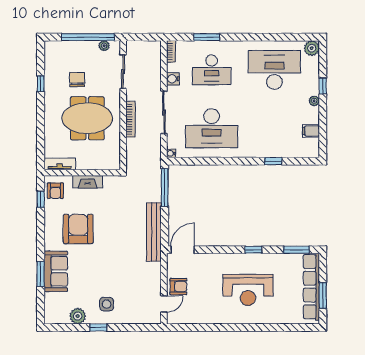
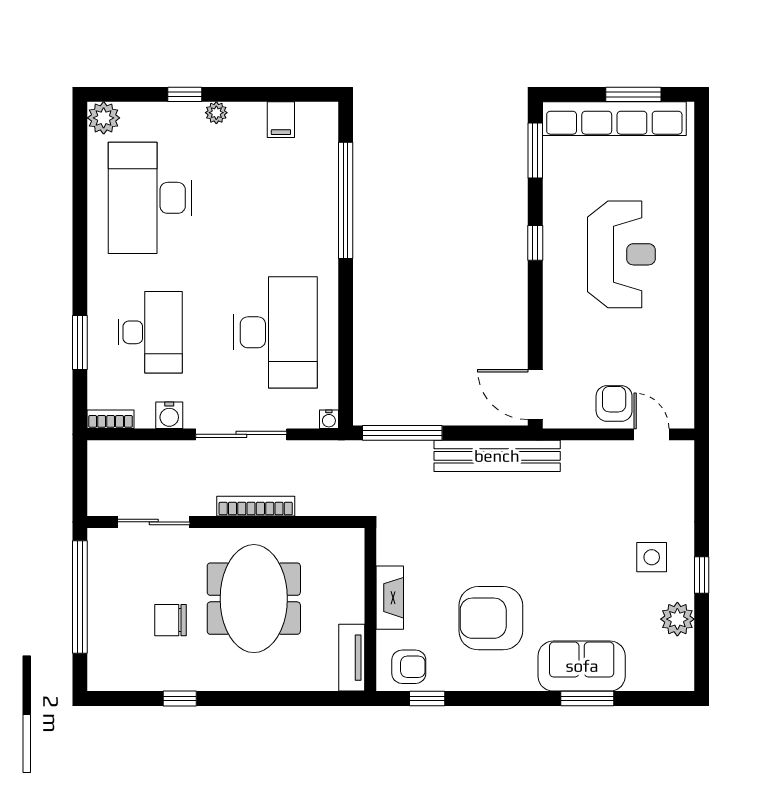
plant: (104, 46) -> (98, 563), removed
window: (273, 161) -> (346, 200), width x3.17

